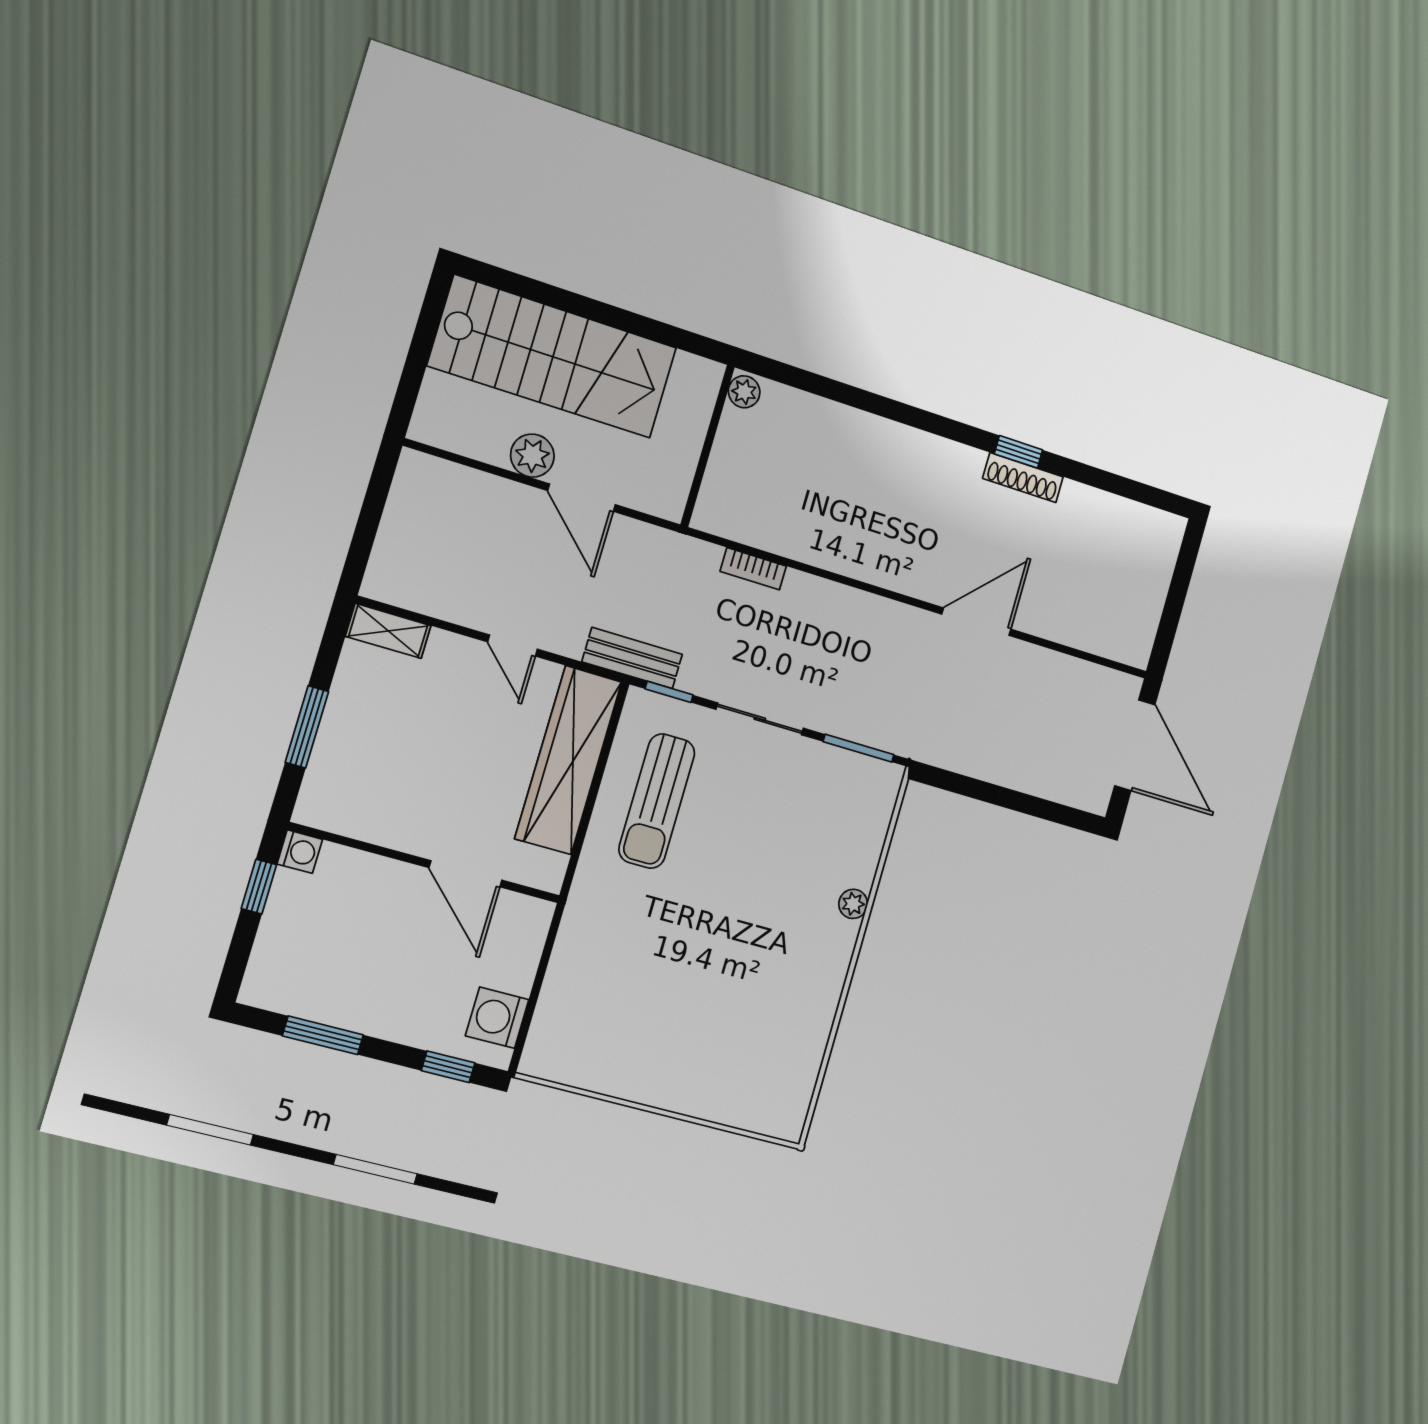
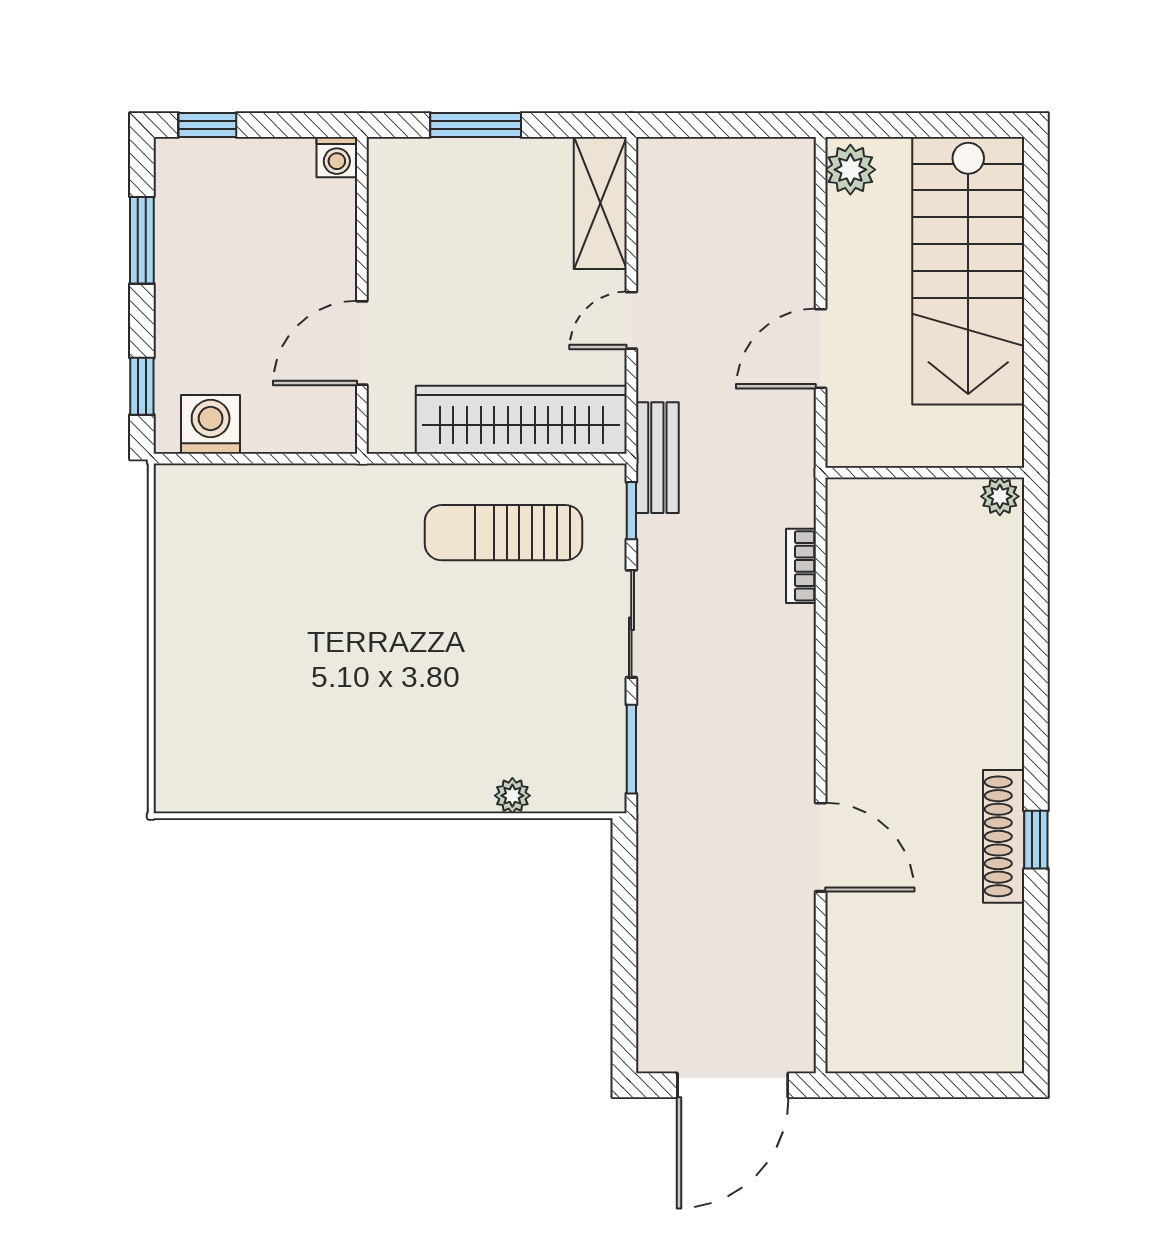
plant: (532, 456) -> (850, 170), moved
shoe rack: (1023, 478) -> (1004, 836), width x1.36, depth x1.24
shelving: (388, 631) -> (600, 203), width x1.50, depth x1.33
window: (259, 887) -> (207, 125), moved
plant: (853, 904) -> (512, 796), moved

